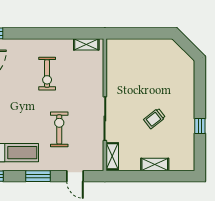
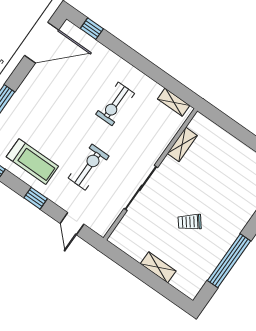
window: (200, 126) -> (229, 261), width x3.17
shelving: (112, 156) -> (182, 144), moved
window: (38, 176) -> (36, 198), width x0.67

